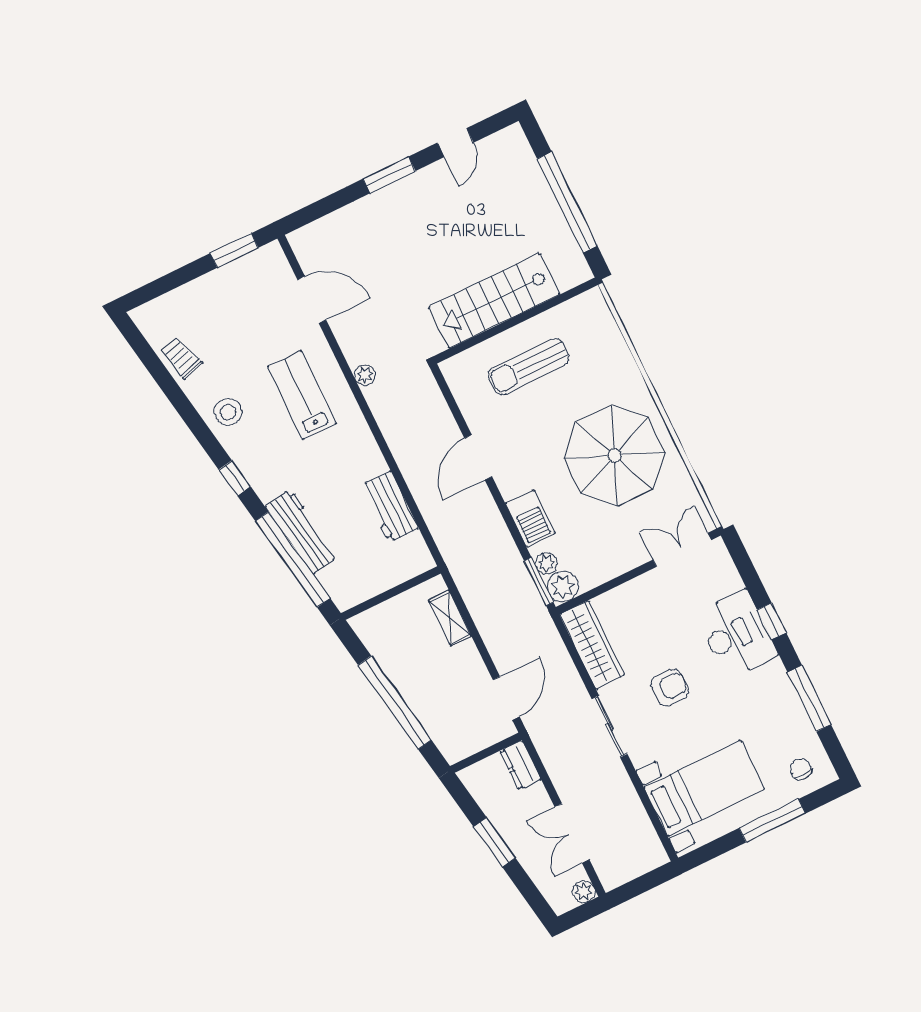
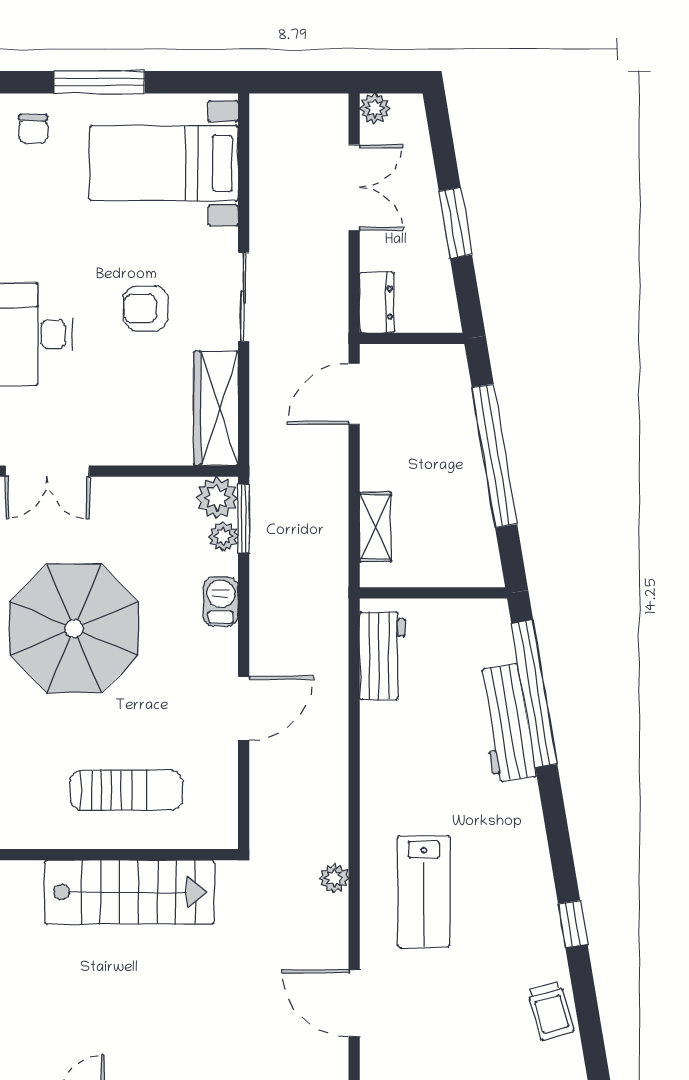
stool: (228, 412) -> (525, 915), removed
window: (235, 478) -> (573, 924), moved
workbench: (390, 506) -> (382, 656), moved
barbecue: (530, 518) -> (221, 601), width x0.73, depth x0.79

